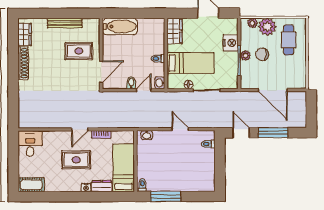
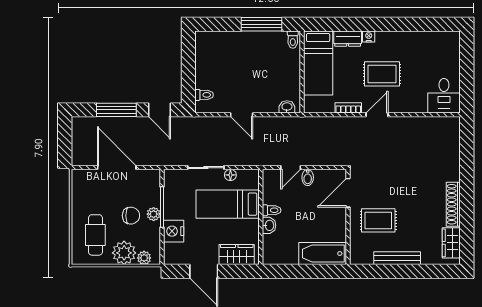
wardrobe: (175, 31) -> (237, 255), moved, turned 90
washbasin: (160, 83) -> (269, 225), moved
cot: (31, 185) -> (443, 40), removed

